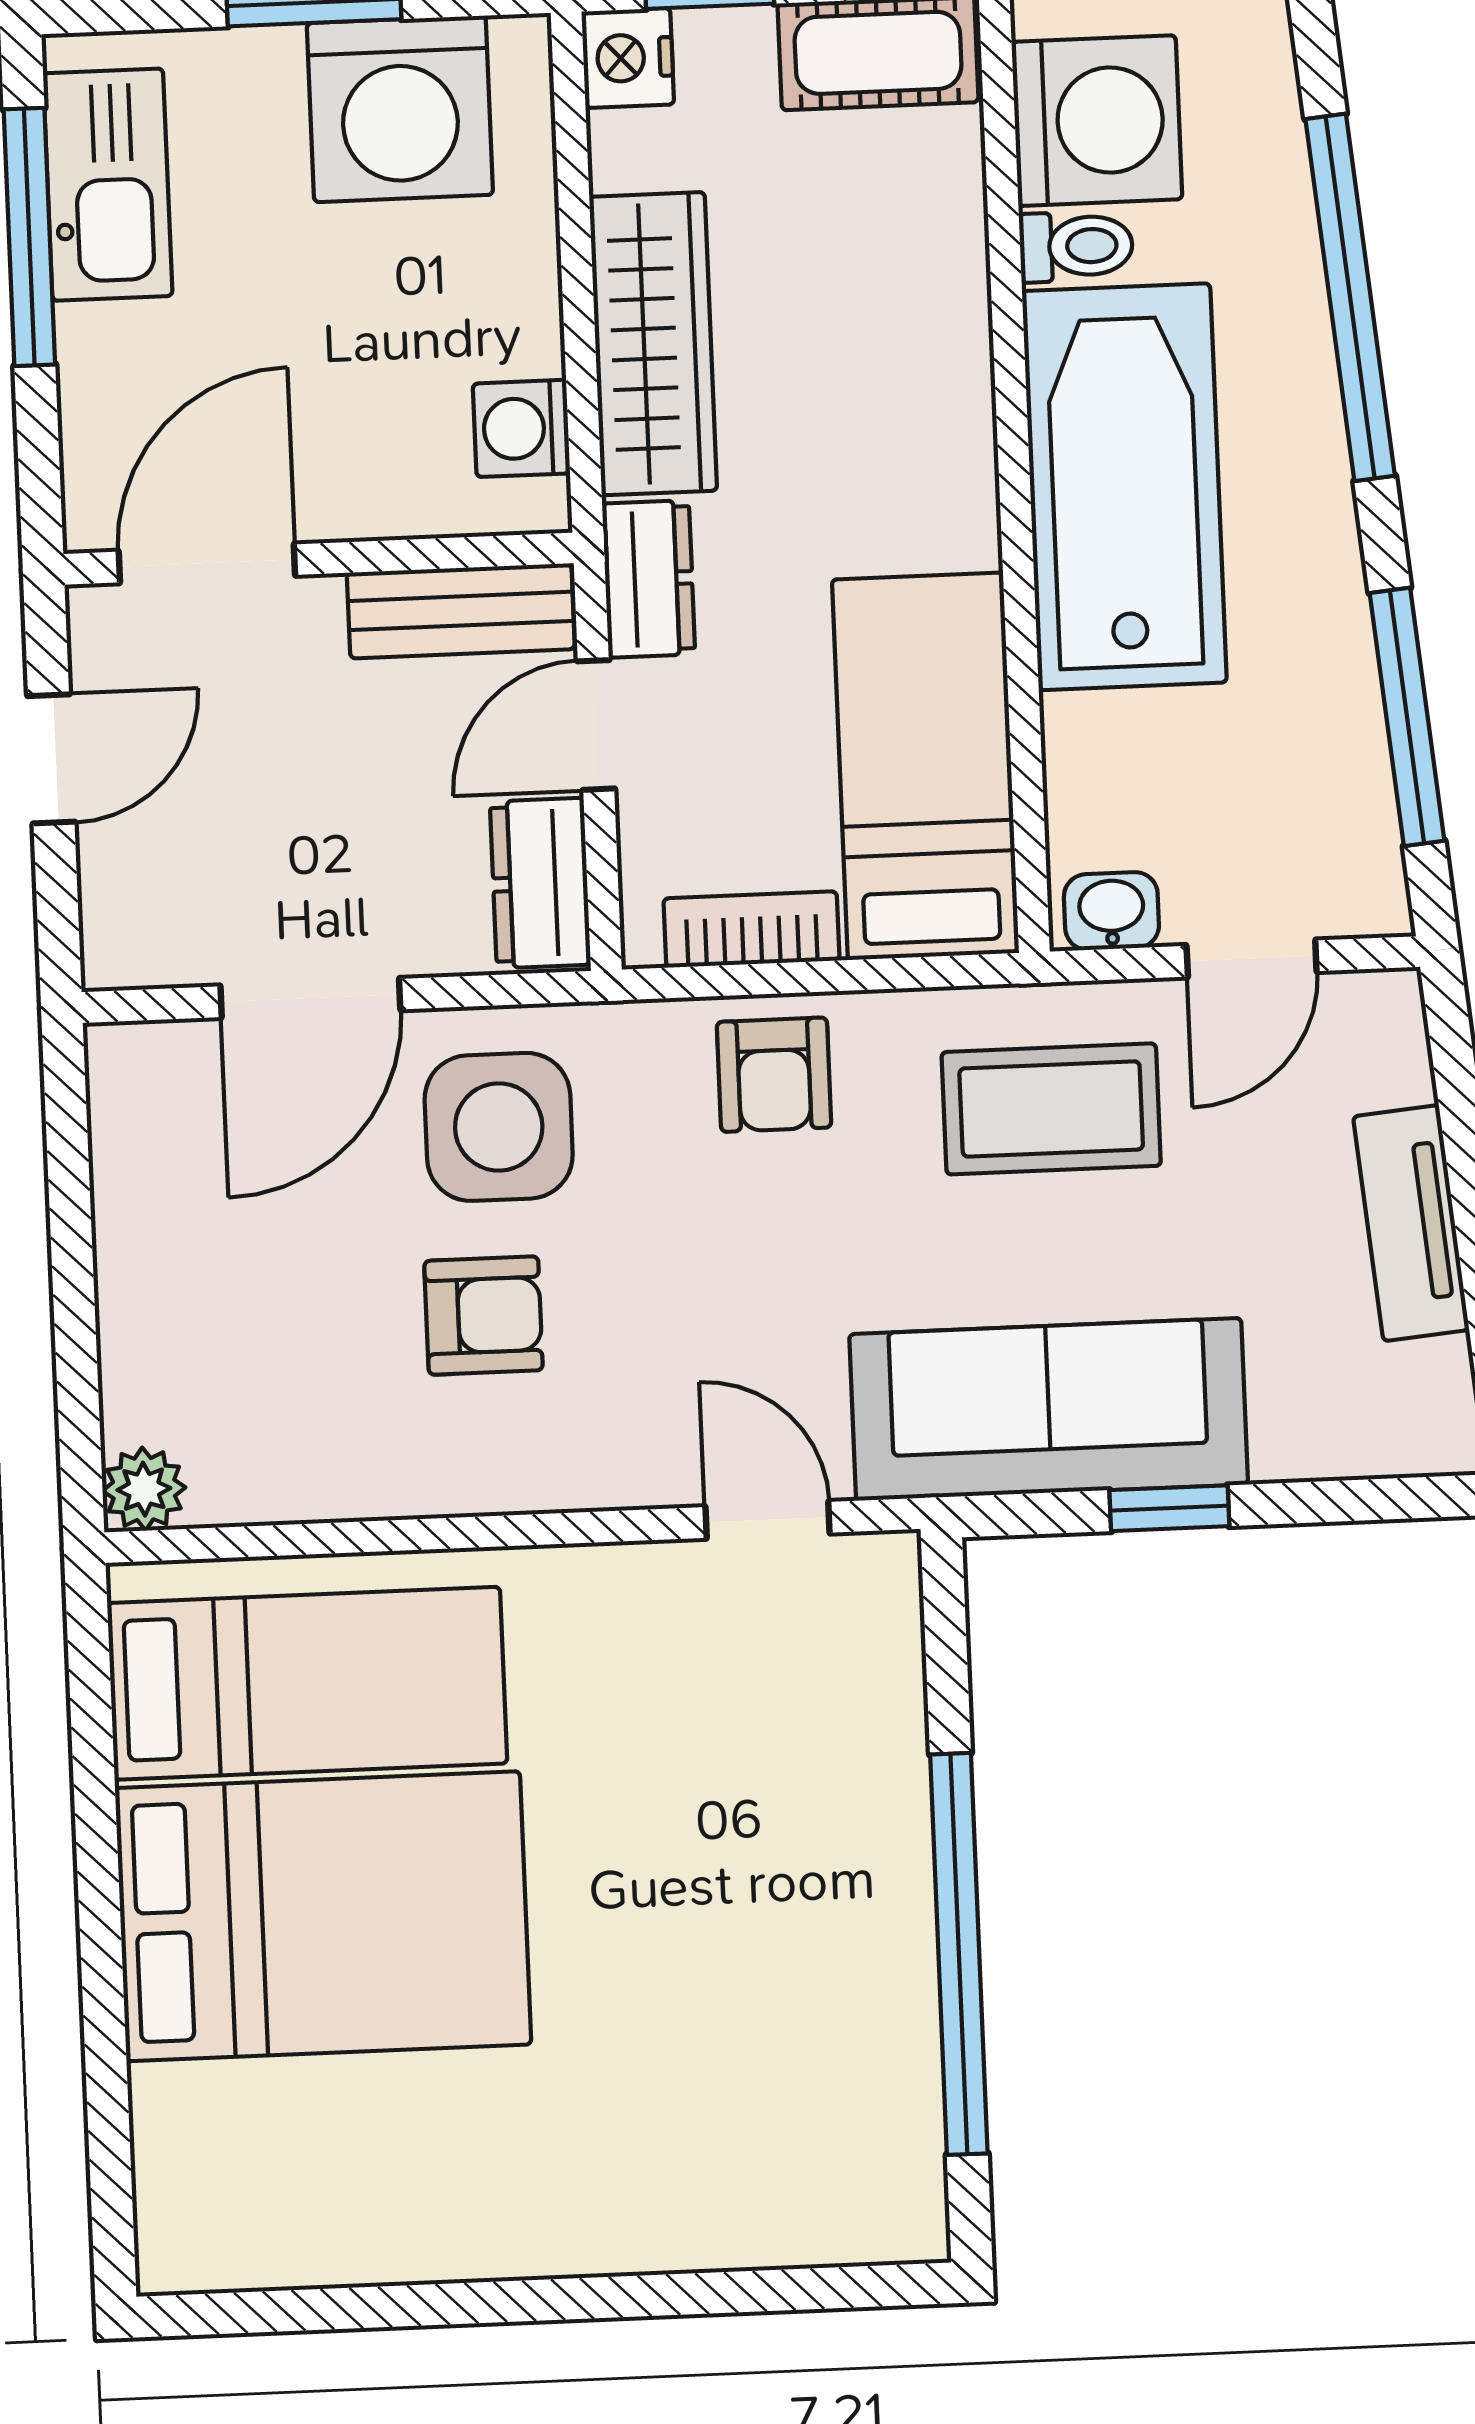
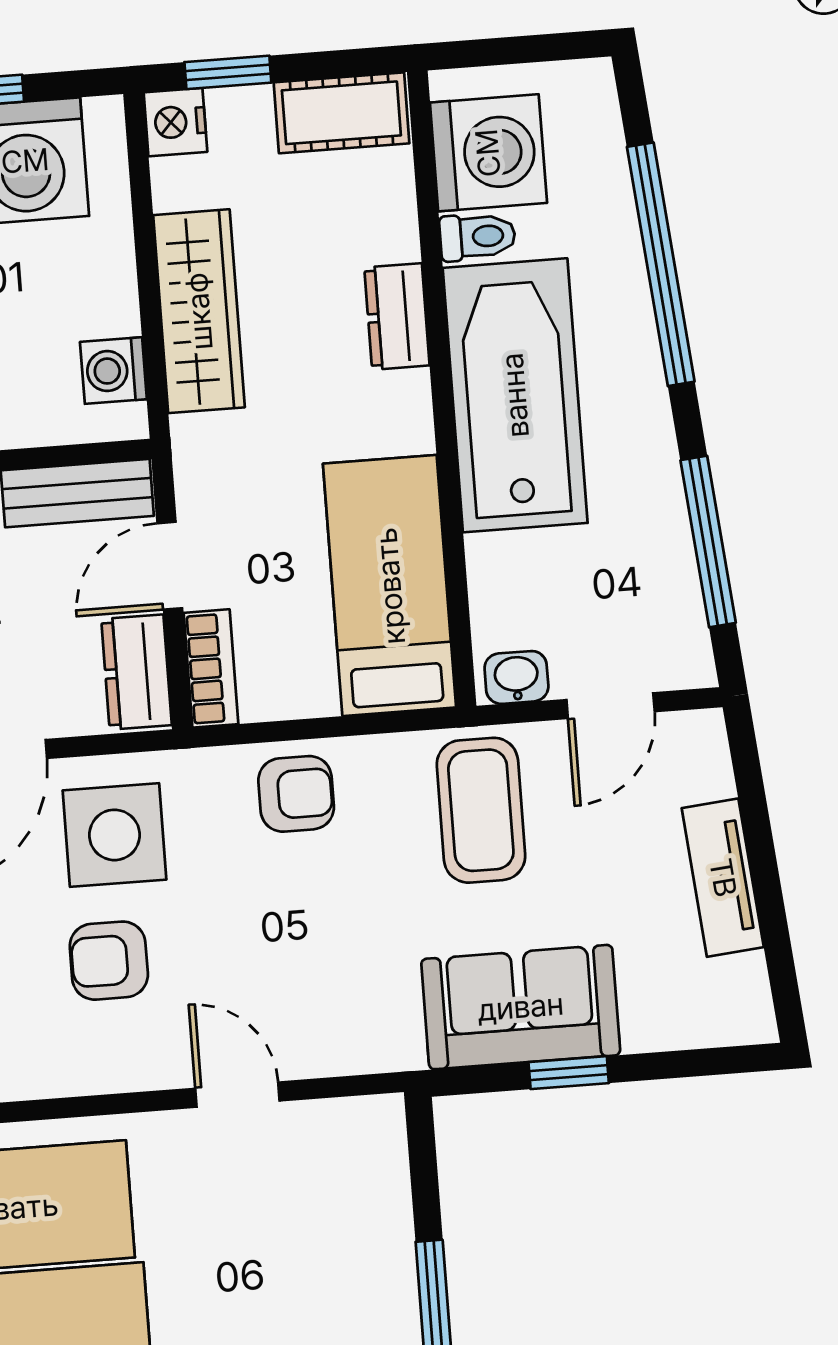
dresser: (649, 579) -> (397, 316), moved, turned 180
bookcase: (752, 929) -> (211, 668), moved, turned 90
armchair: (774, 1075) -> (296, 794), turned -90
coffee table: (1051, 1109) -> (481, 810), turned 90
armchair: (483, 1316) -> (109, 961), turned 180
sofa: (1049, 1409) -> (521, 1007), width x0.73
door: (768, 1520) -> (237, 1095), moved

